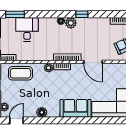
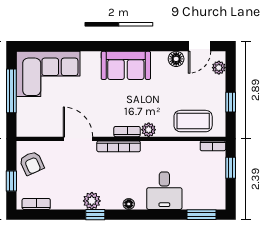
plant: (71, 23) -> (92, 201), moved
desk: (27, 29) -> (164, 191), moved
sofa: (75, 108) -> (126, 65), moved
floor lamp: (42, 112) -> (176, 59), moved

